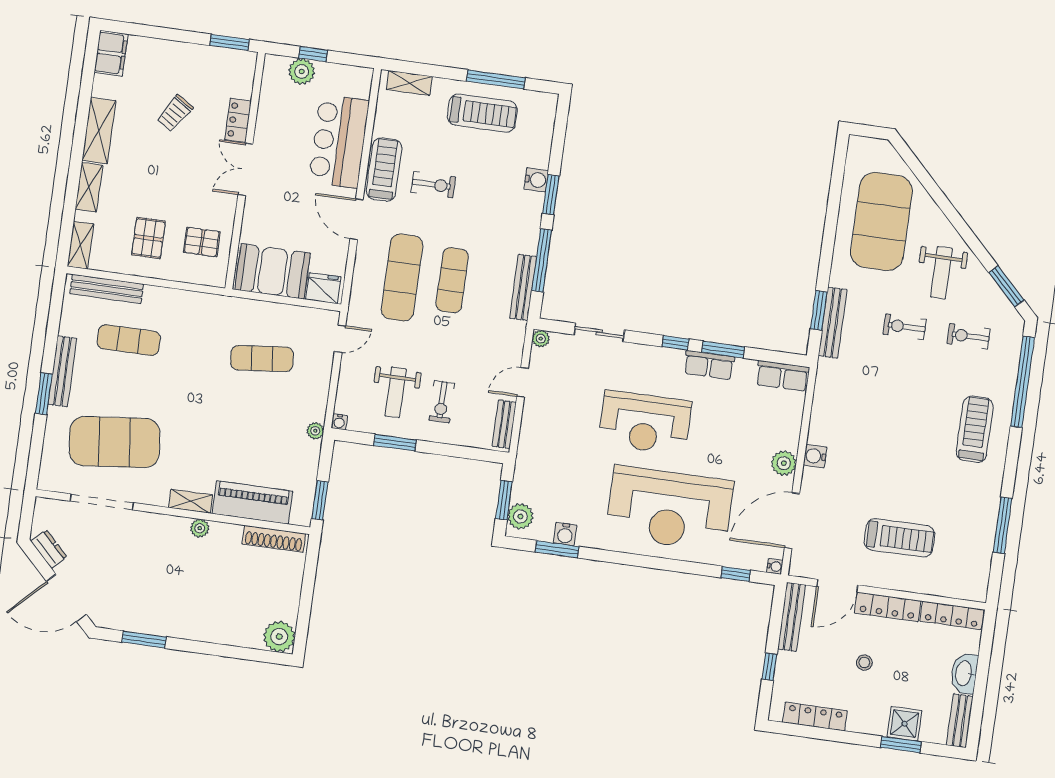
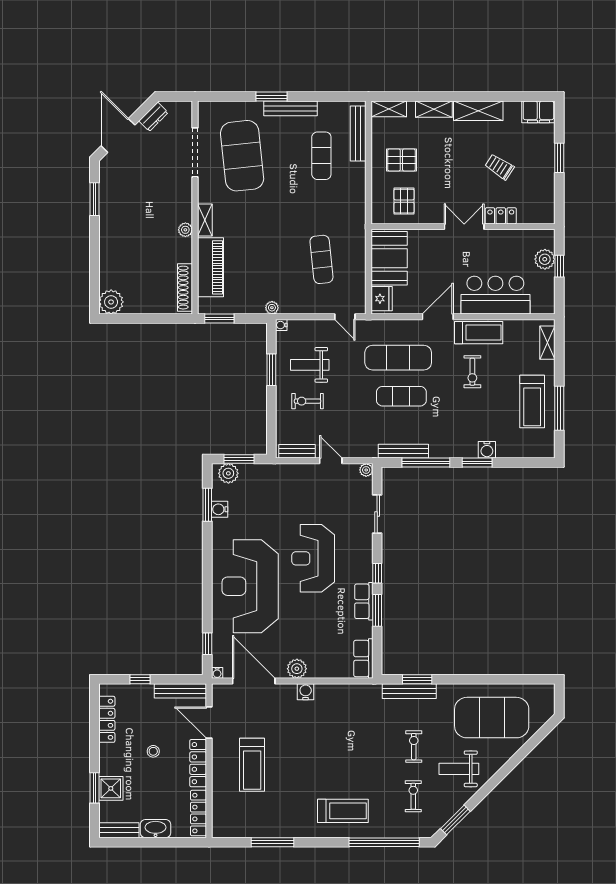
window: (230, 42) -> (559, 158), moved

